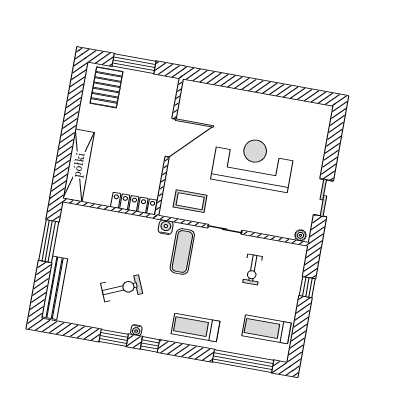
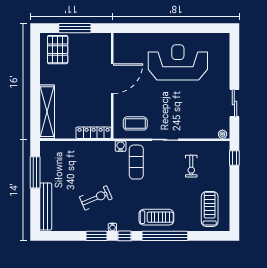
reception desk: (253, 163) -> (178, 62), moved
window: (307, 287) -> (234, 158), moved
treadmill: (196, 327) -> (156, 217), turned 180
treadmill: (266, 329) -> (210, 209), turned 90
window: (243, 361) -> (165, 236), moved

